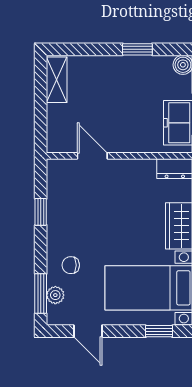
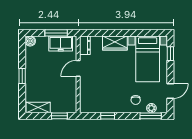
window: (137, 49) -> (22, 76), moved
window: (41, 120) -> (59, 116), added
door: (92, 156) -> (78, 68), moved

